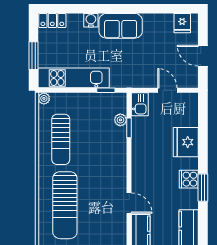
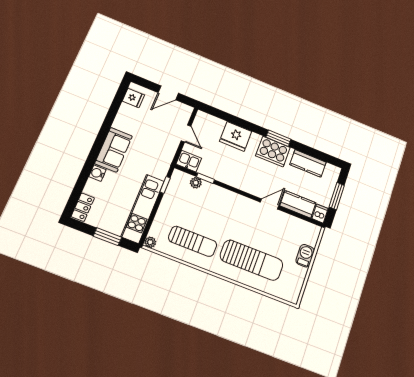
door: (167, 90) -> (186, 133), swing flipped
cooker: (189, 179) -> (273, 152), width x1.87, depth x1.31

